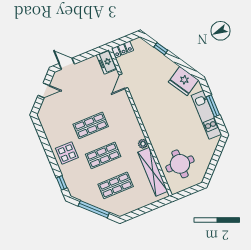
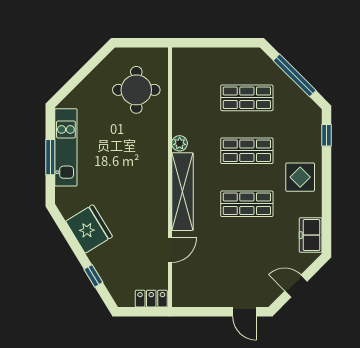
freezer: (107, 62) -> (311, 235), moved, turned 180
fridge: (183, 81) -> (89, 229), moved
shelving: (153, 172) -> (182, 192), moved

